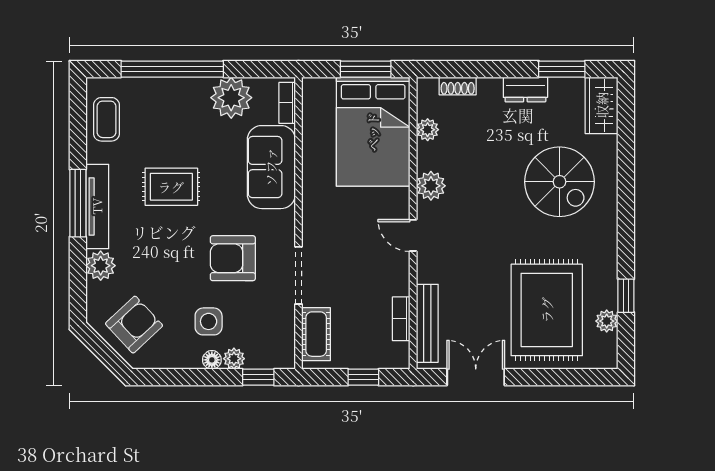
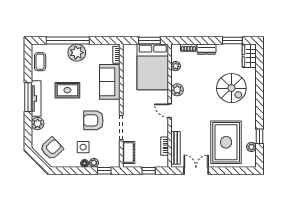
dresser: (525, 89) -> (206, 49), moved
plant: (231, 98) -> (77, 53), moved

